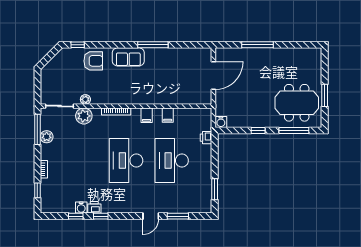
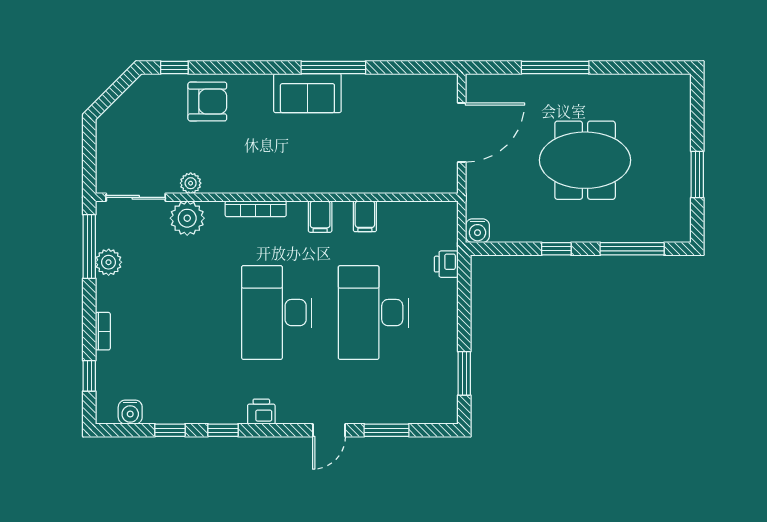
sofa: (128, 57) -> (307, 93), moved
meeting table: (297, 103) -> (585, 160), moved
printer: (94, 207) -> (261, 412), moved
water cooler: (81, 208) -> (130, 412), moved

